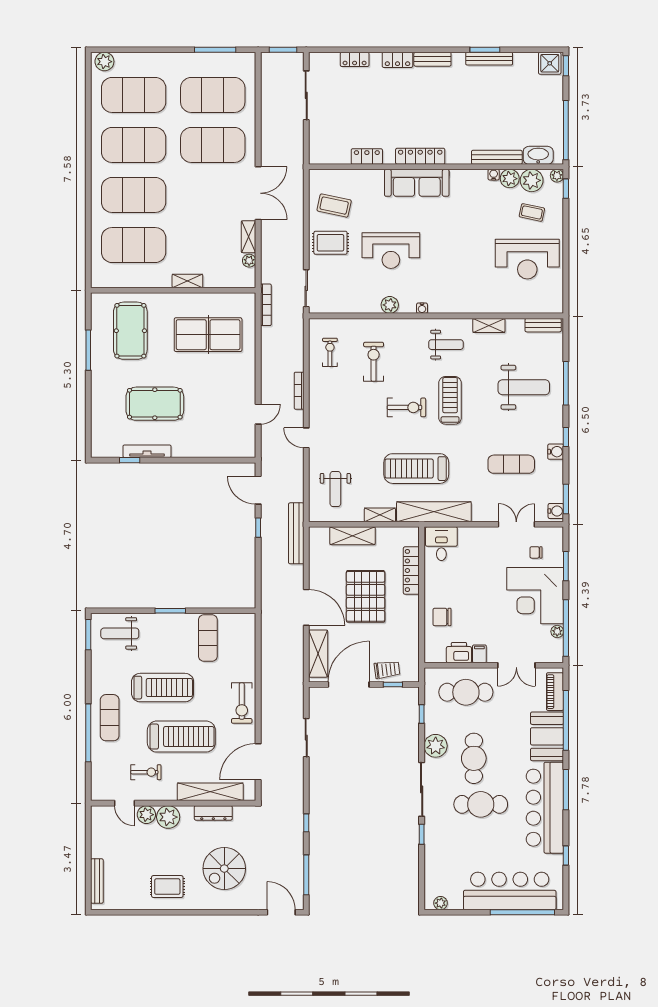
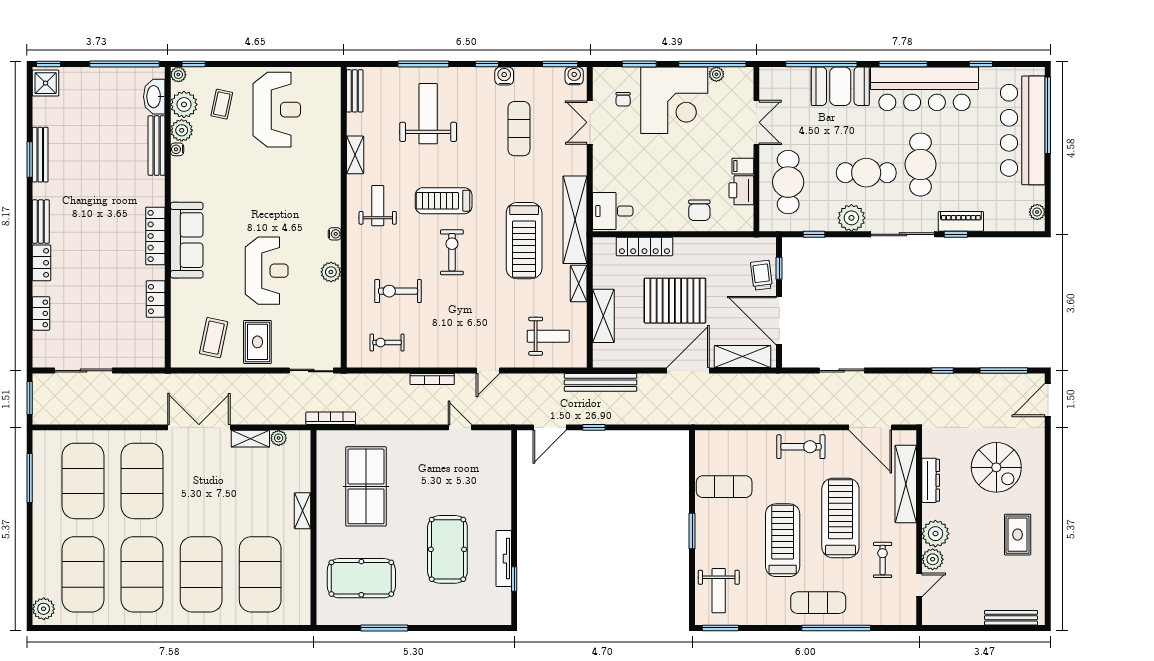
piano: (555, 692) -> (961, 221), moved, turned 180

